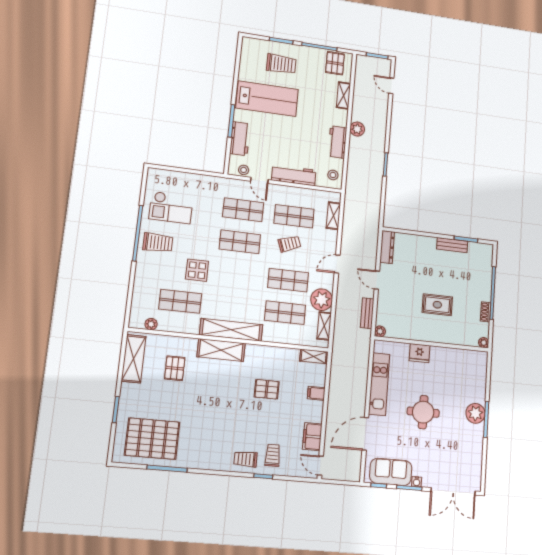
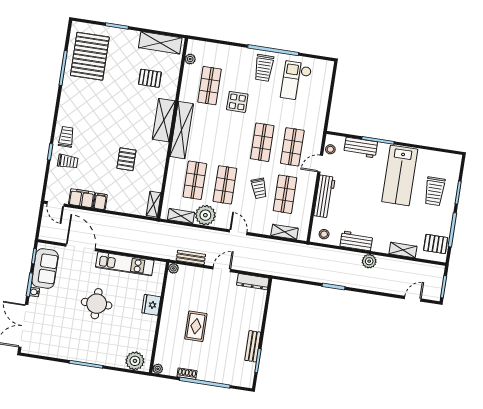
filing cabinet: (316, 393) -> (100, 201), moved
plant: (475, 413) -> (135, 361), moved
door: (320, 466) -> (55, 204), swing flipped

